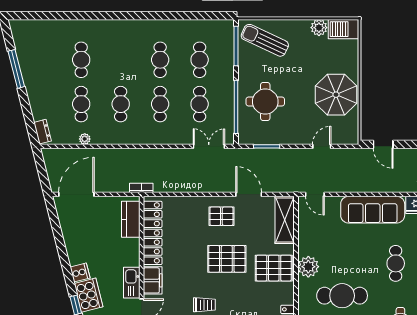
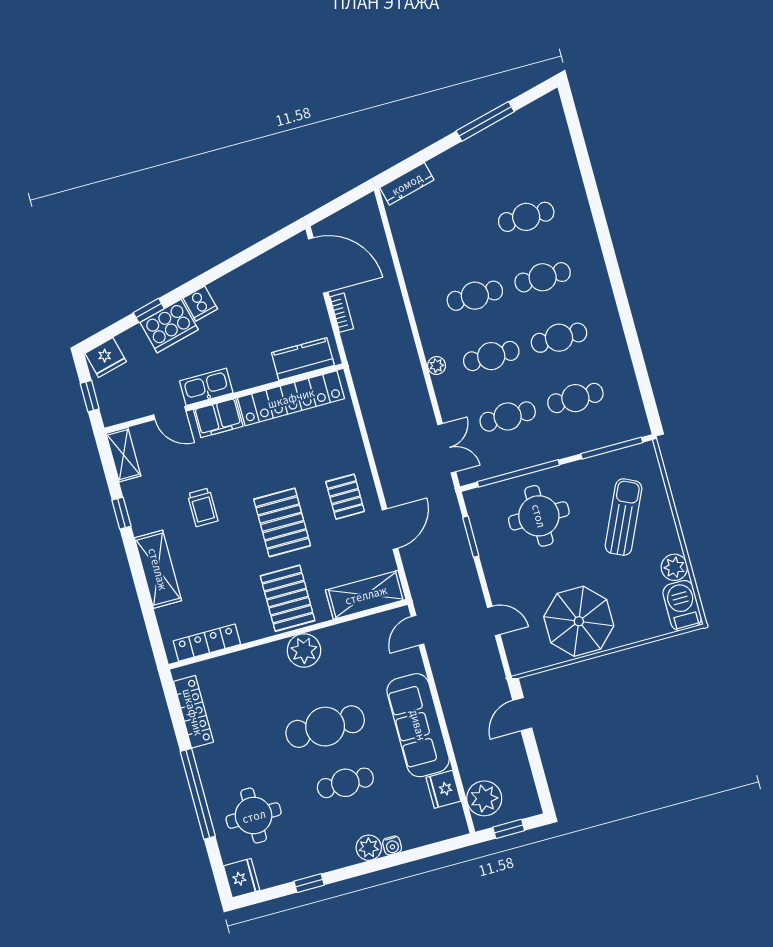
sun lounger: (265, 40) -> (624, 517), moved
cafe table: (81, 104) -> (543, 277), moved
dresser: (42, 132) -> (407, 184), width x1.44
plant: (85, 139) -> (437, 366), moved
bookcase: (141, 188) -> (342, 313), moved
cafe table: (342, 296) -> (325, 727), moved, turned 90

